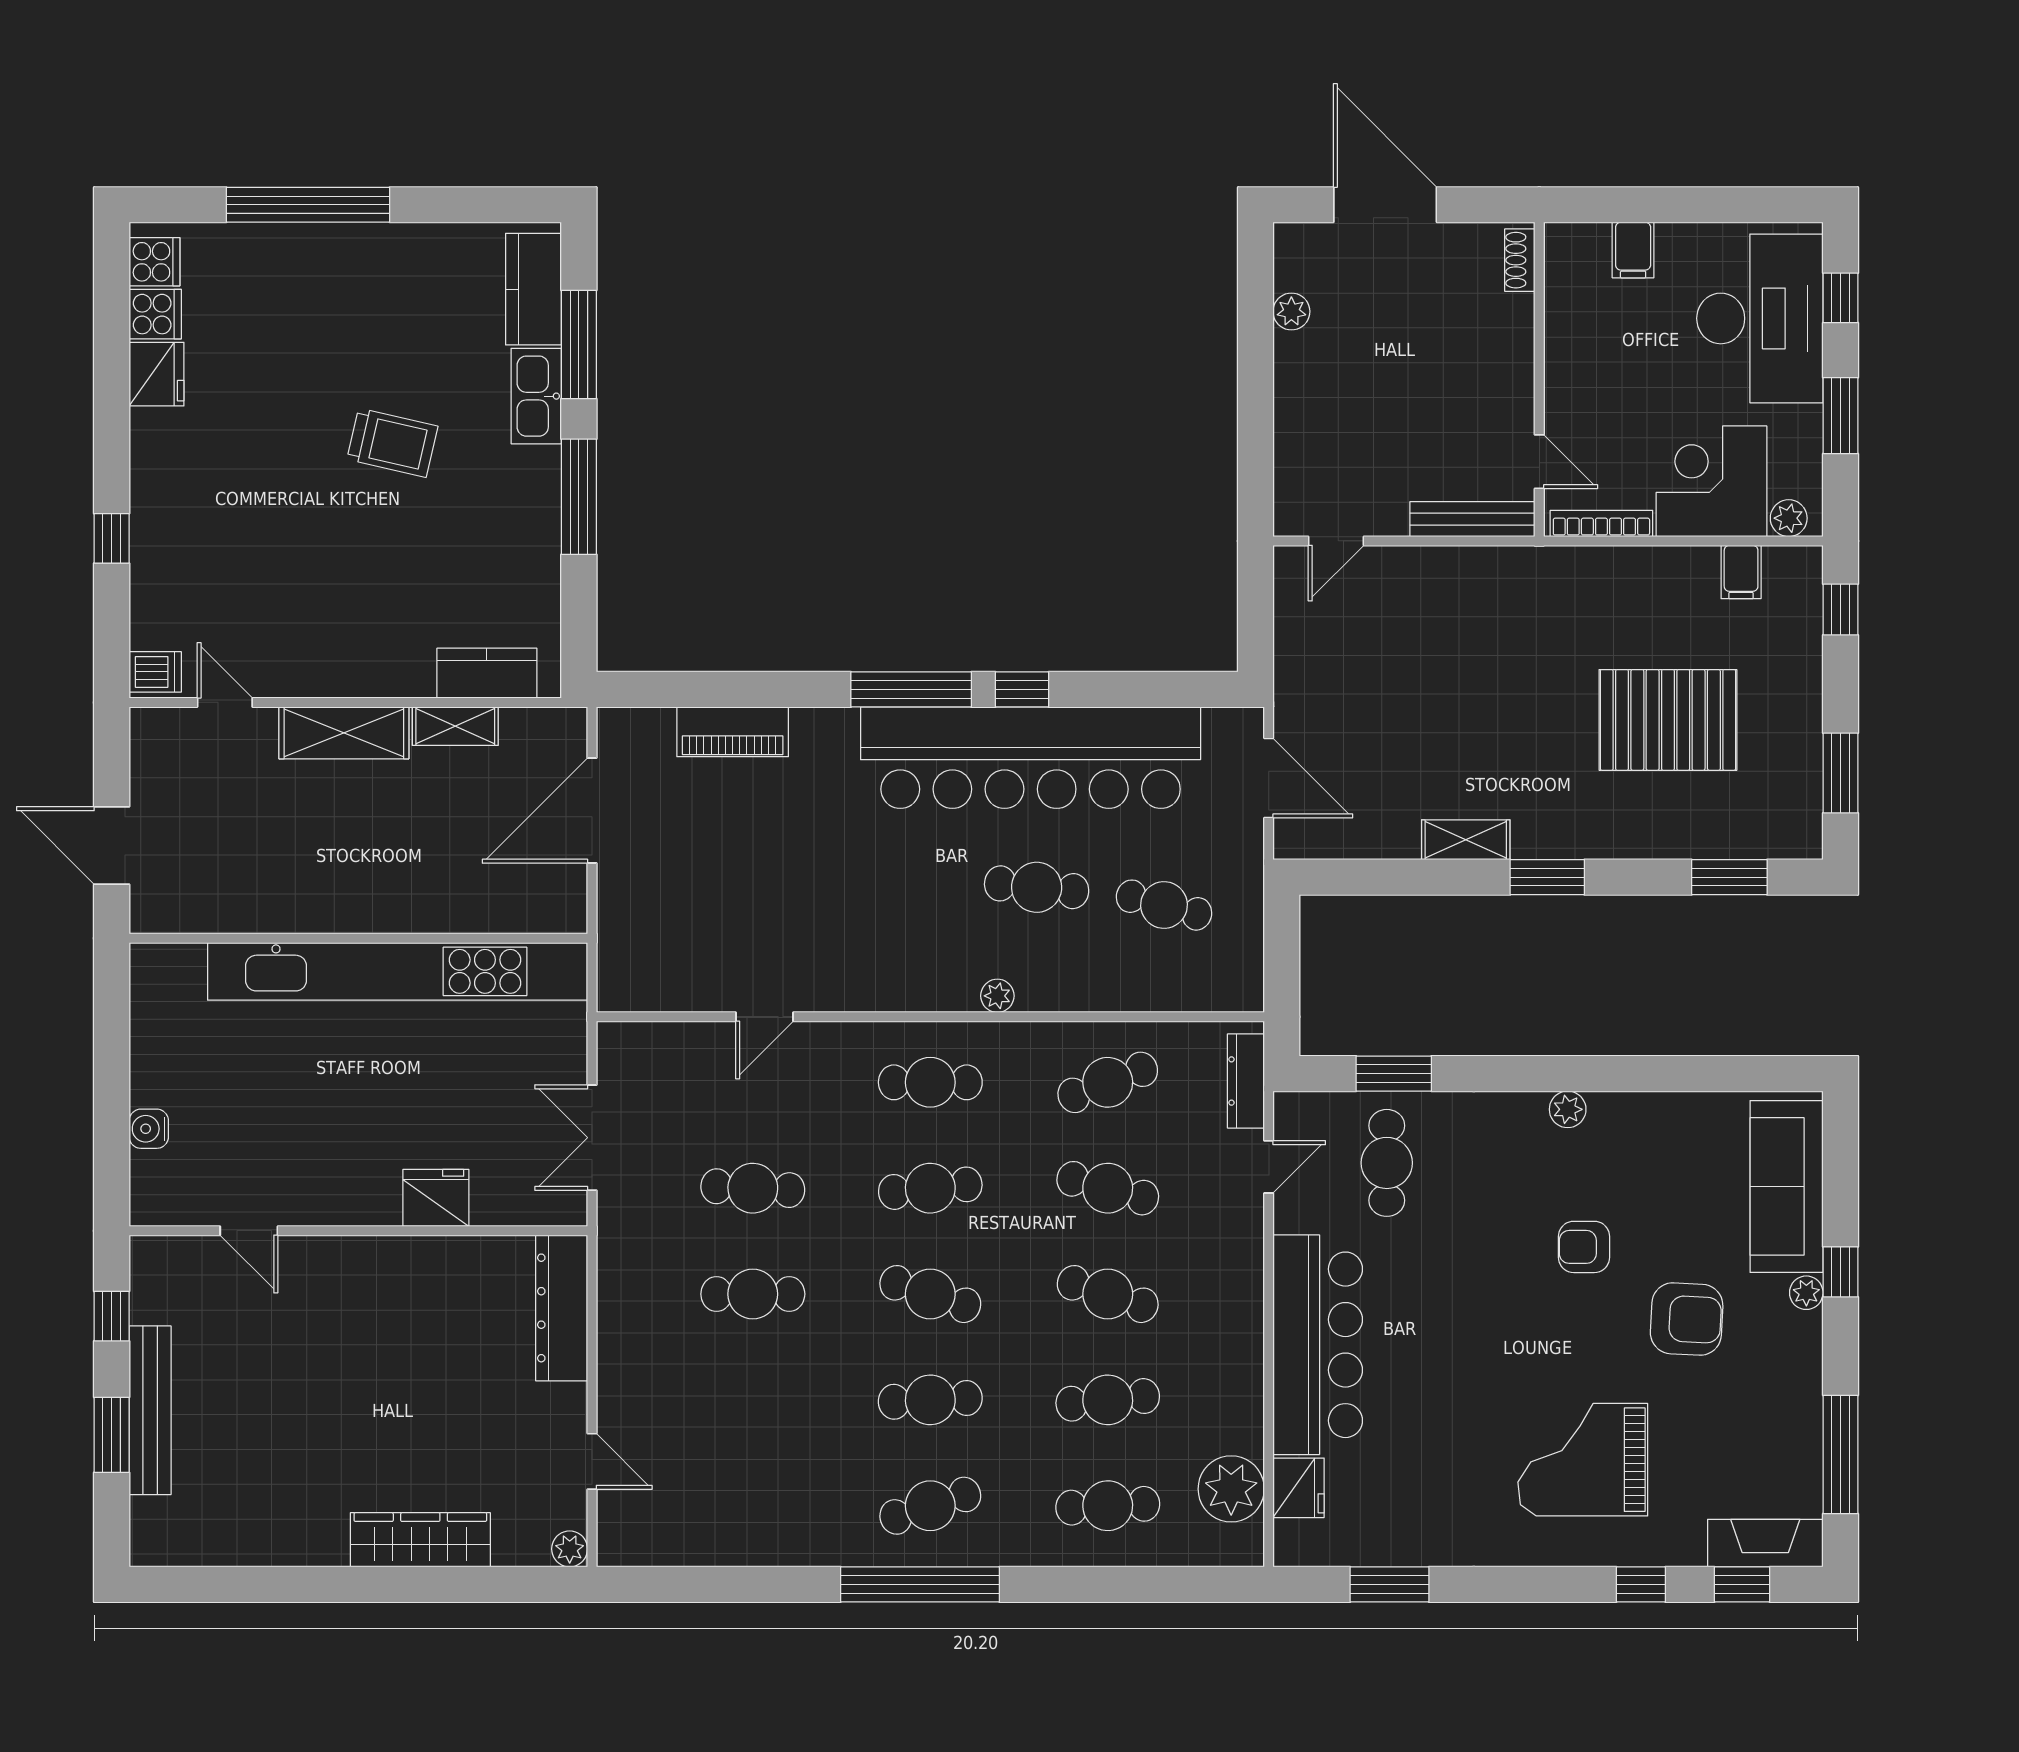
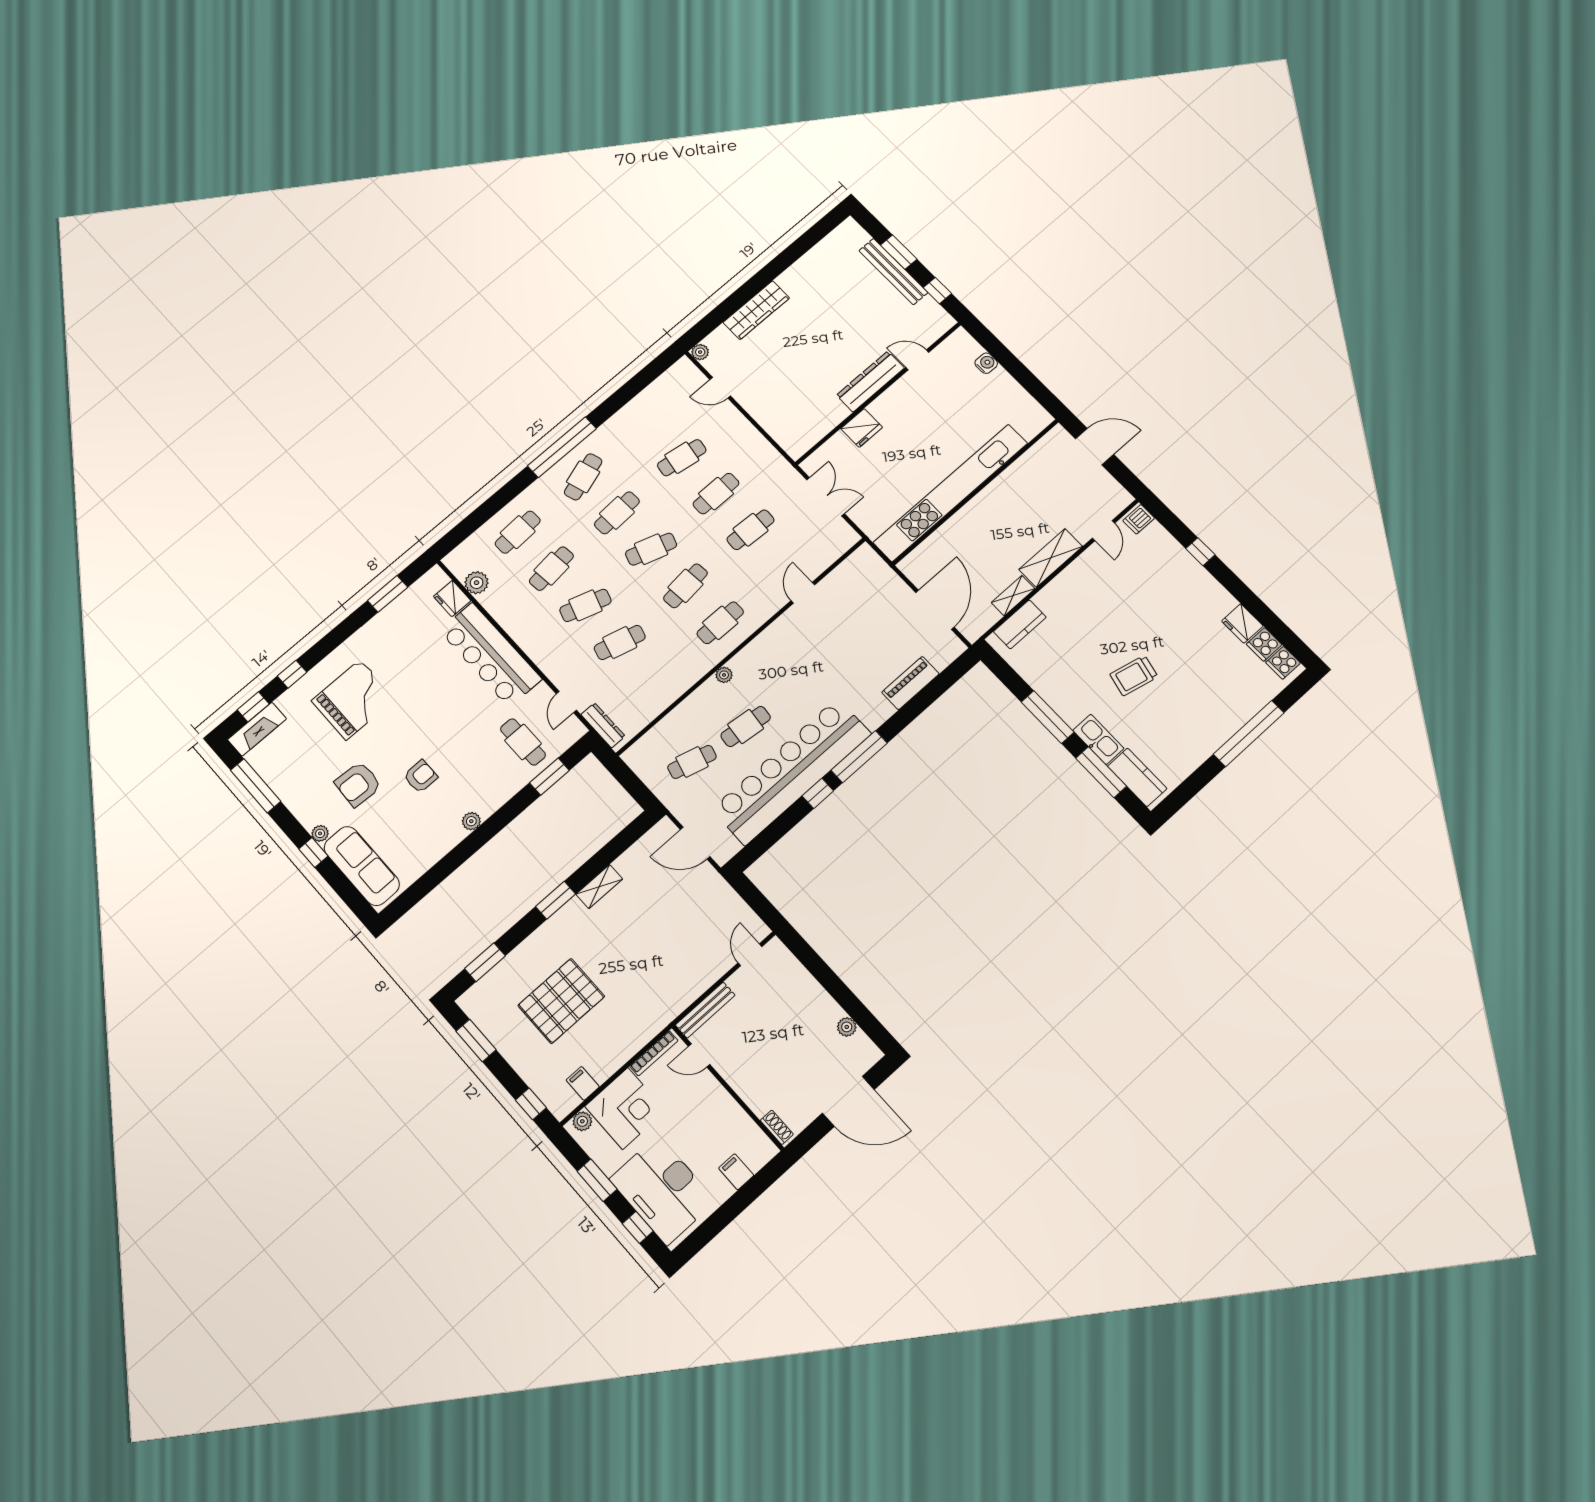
door: (225, 702) -> (1104, 531), hinge flipped
cafe table: (1108, 1082) -> (682, 458), moved, turned 30
dresser: (562, 1308) -> (870, 382), moved, turned -90
plant: (1231, 1489) -> (477, 583), width x0.73, depth x0.73

